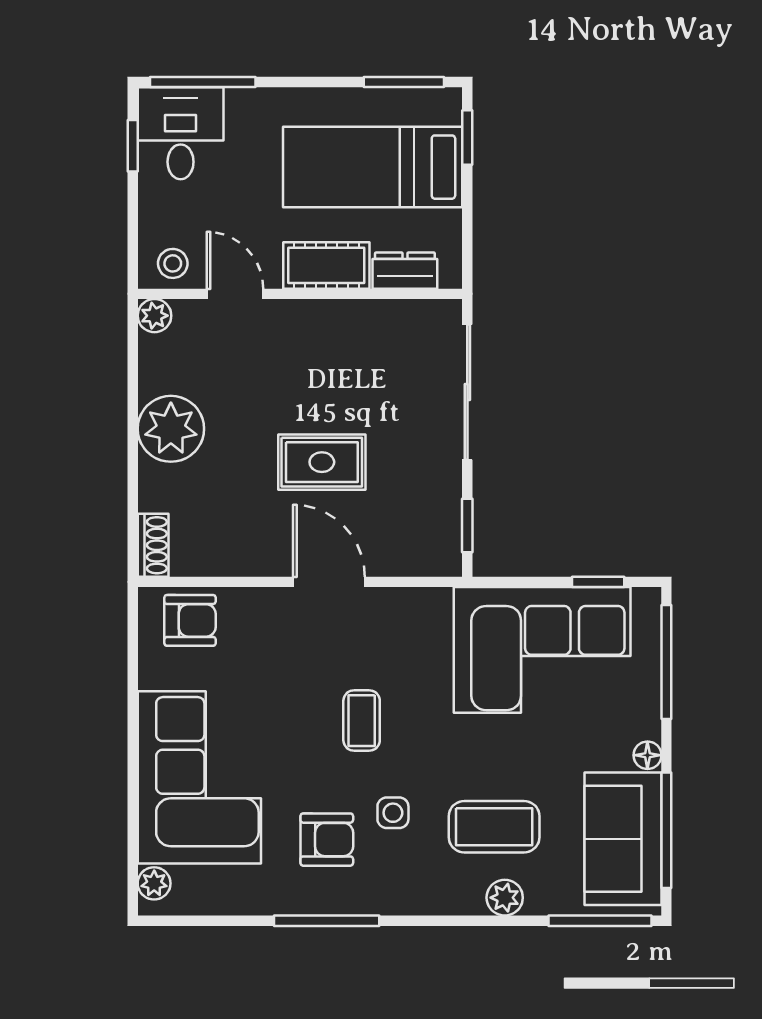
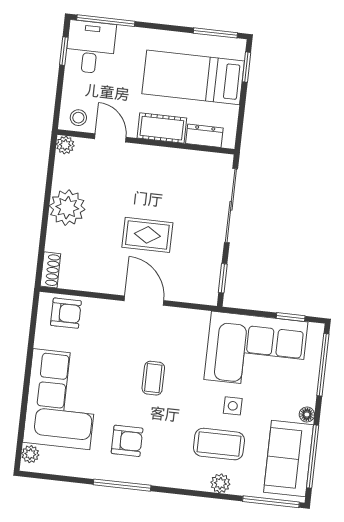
side table: (393, 813) -> (233, 406), moved

